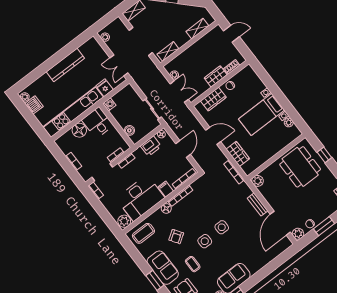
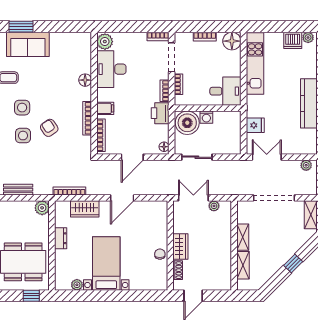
door: (231, 34) -> (193, 296), moved
shelving: (168, 51) -> (243, 237), moved
double door: (179, 92) -> (193, 198), swing flipped
wardrobe: (213, 99) -> (159, 227), removed
washing machine: (109, 104) -> (206, 117), moved
kitchen unit: (73, 112) -> (255, 64), width x0.73
floor lamp: (79, 130) -> (232, 41), moved
boiler: (129, 130) -> (187, 123), width x1.86, depth x1.86
printer: (151, 146) -> (160, 113), moved
door: (183, 149) -> (132, 157), hinge flipped
dresser: (268, 155) -> (61, 238), added
window: (324, 155) -> (31, 296), moved
desk: (140, 198) -> (111, 69), width x0.73, depth x0.77
floor lamp: (166, 208) -> (85, 80), moved
coffee table: (143, 233) -> (78, 52), removed
armchair: (176, 237) -> (49, 128), moved

